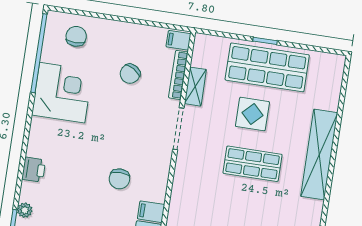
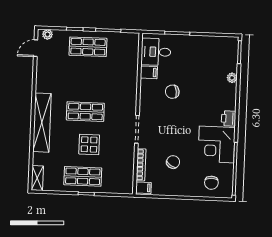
shop shelf: (267, 67) -> (83, 176), width x0.70, depth x0.74
shelving: (195, 87) -> (37, 178), moved
printer: (34, 170) -> (229, 118), moved
chair: (119, 179) -> (172, 92), turned -99
plant: (25, 210) -> (232, 78), moved

